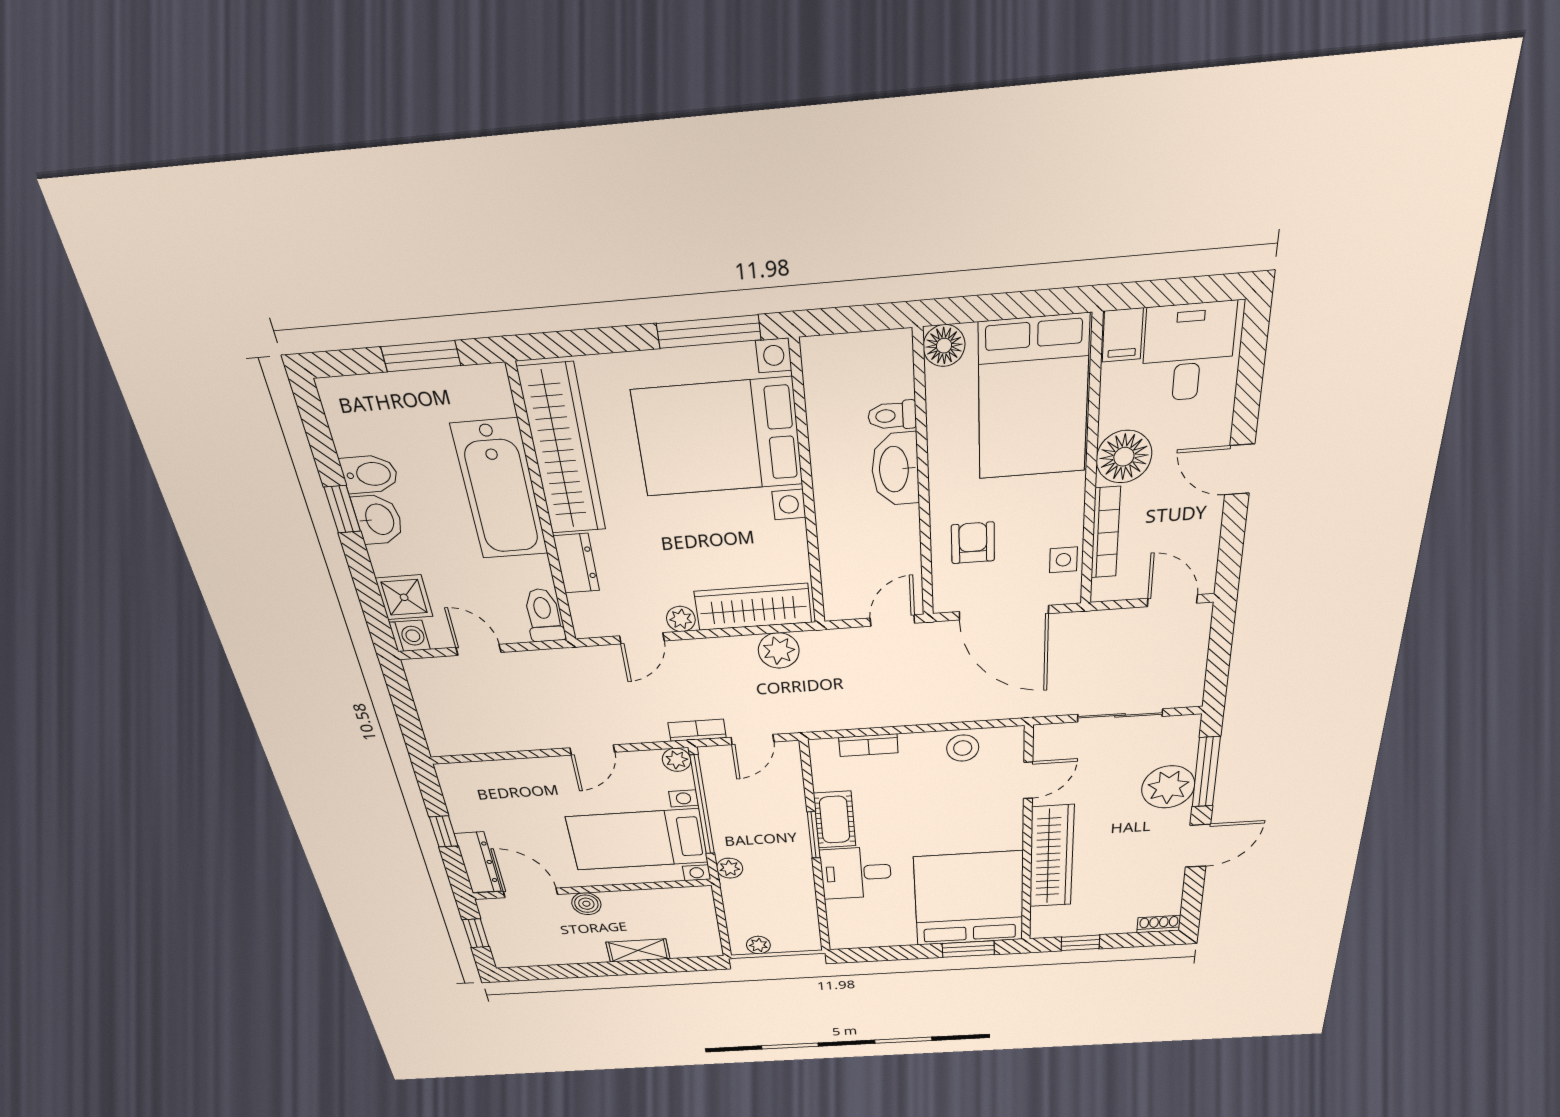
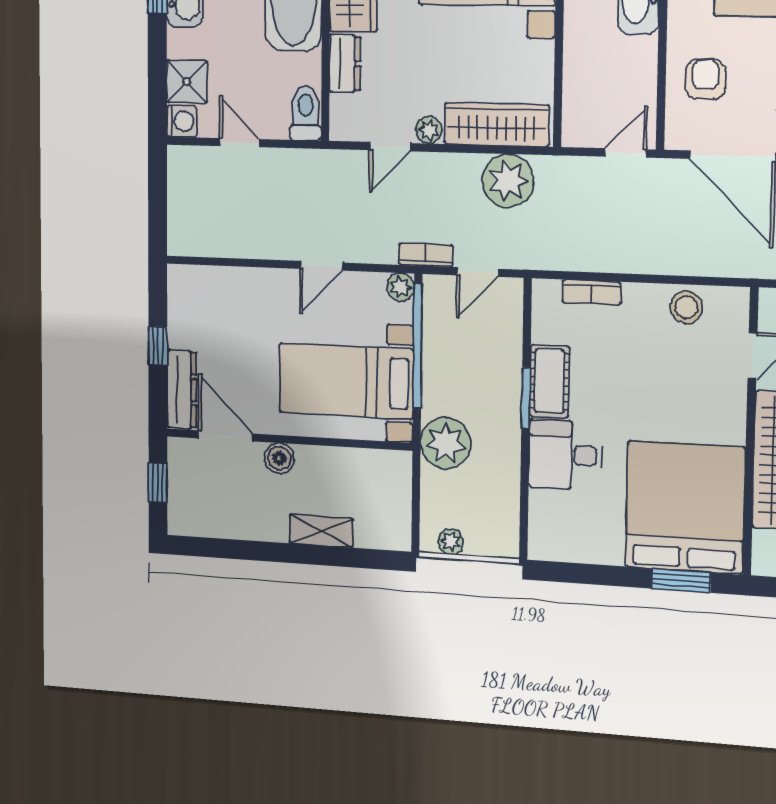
plant: (779, 651) -> (508, 181), width x1.36, depth x1.36
plant: (730, 868) -> (446, 443), width x1.88, depth x1.88

